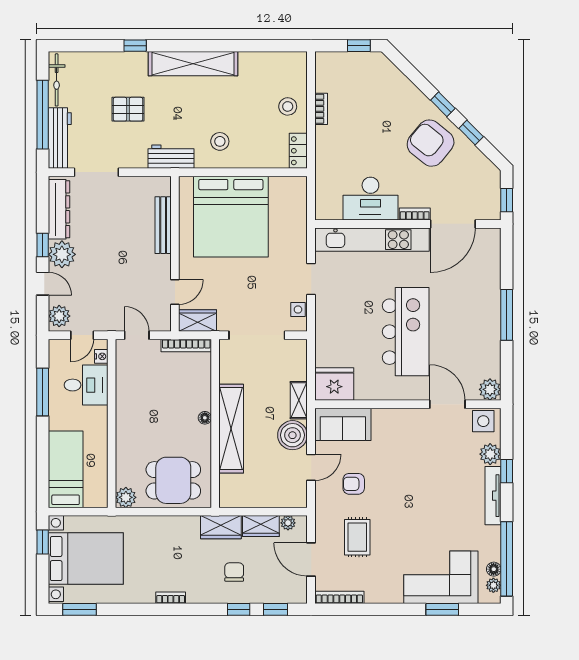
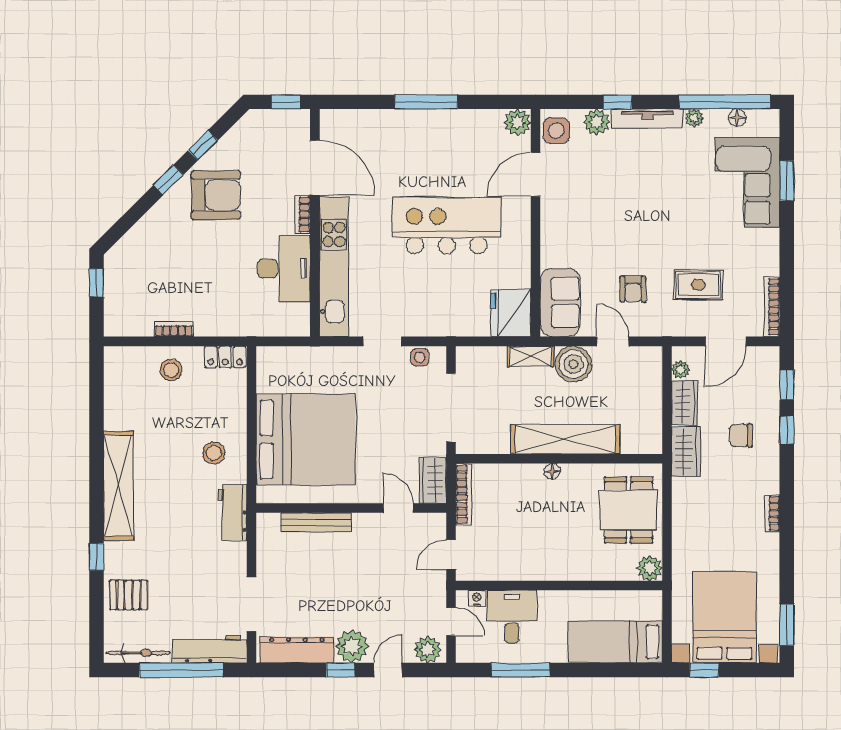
pallet: (128, 109) -> (129, 595), moved, turned 90
armchair: (431, 143) -> (216, 195), turned -129
plant: (493, 585) -> (694, 118), moved

